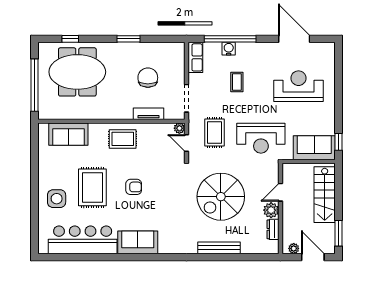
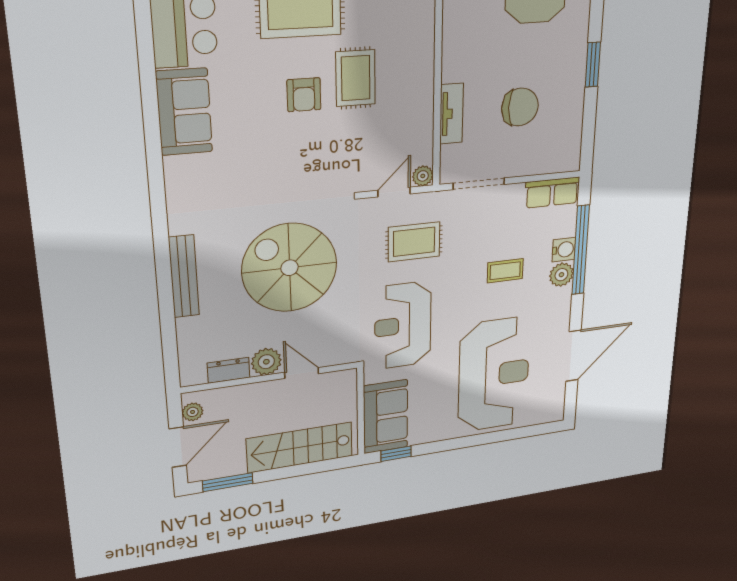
plant: (243, 49) -> (561, 275), added
reception desk: (298, 86) -> (494, 375), width x1.36, depth x1.30
rug: (123, 139) -> (356, 78), moved

